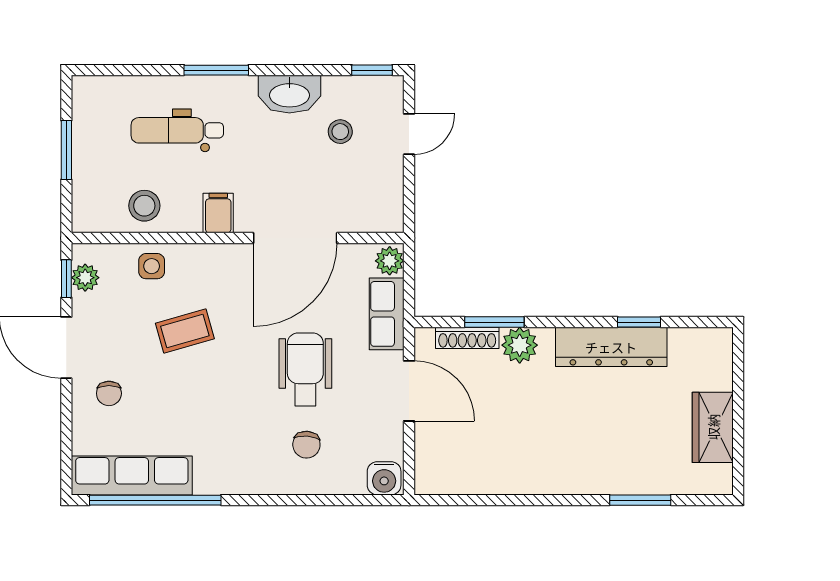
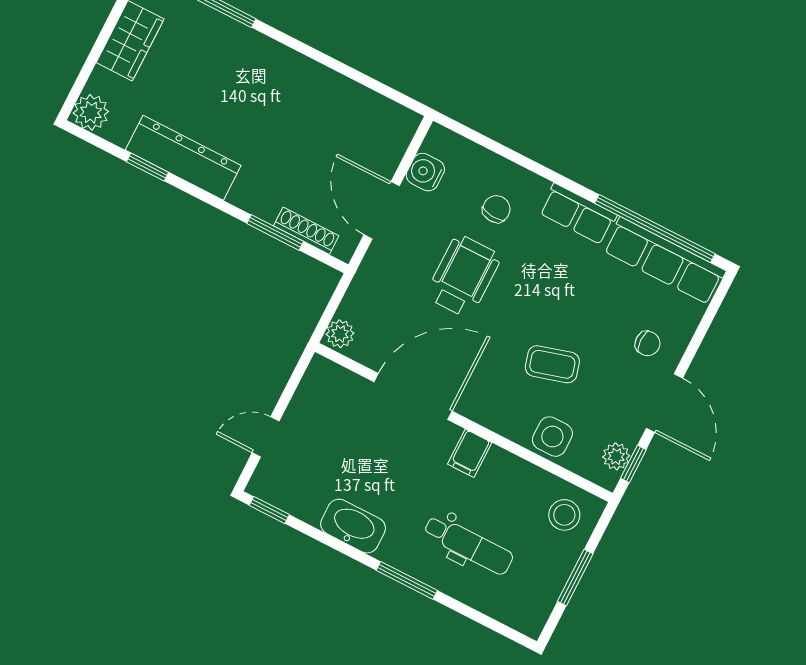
stool: (340, 132) -> (325, 470), removed
stool: (144, 206) -> (564, 515), moved
side table: (152, 266) -> (552, 437), width x1.37, depth x1.37
row of seats: (387, 314) -> (578, 214), moved, turned 90
plant: (520, 345) -> (91, 112), moved
wheelchair: (305, 369) -> (463, 276), turned 180
chair: (109, 393) -> (648, 343), turned 90
water cooler: (384, 478) -> (425, 172), moved, turned -90

